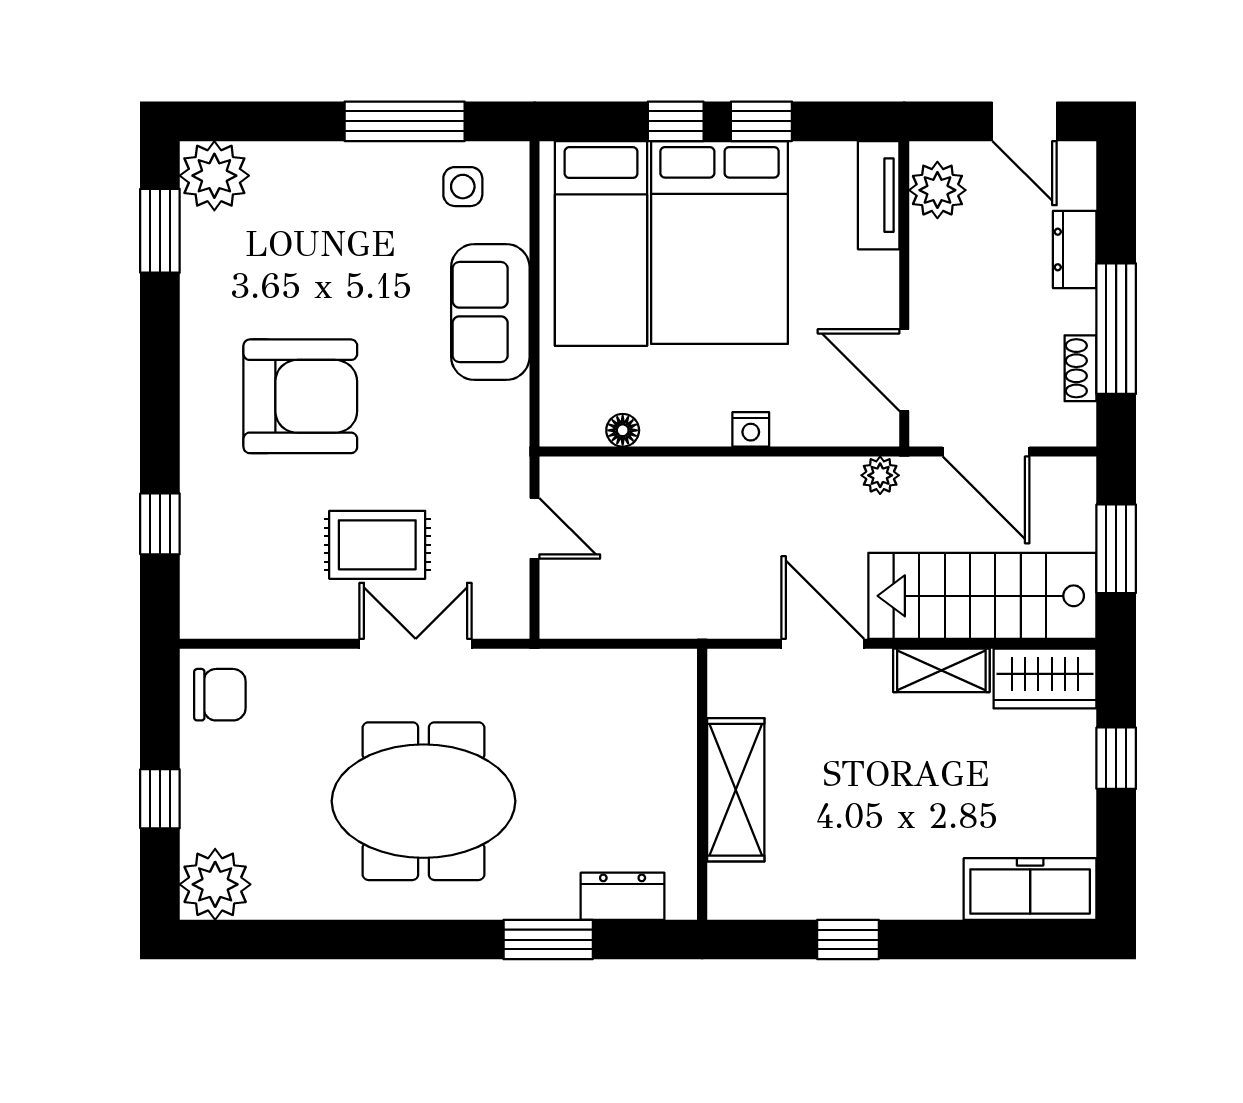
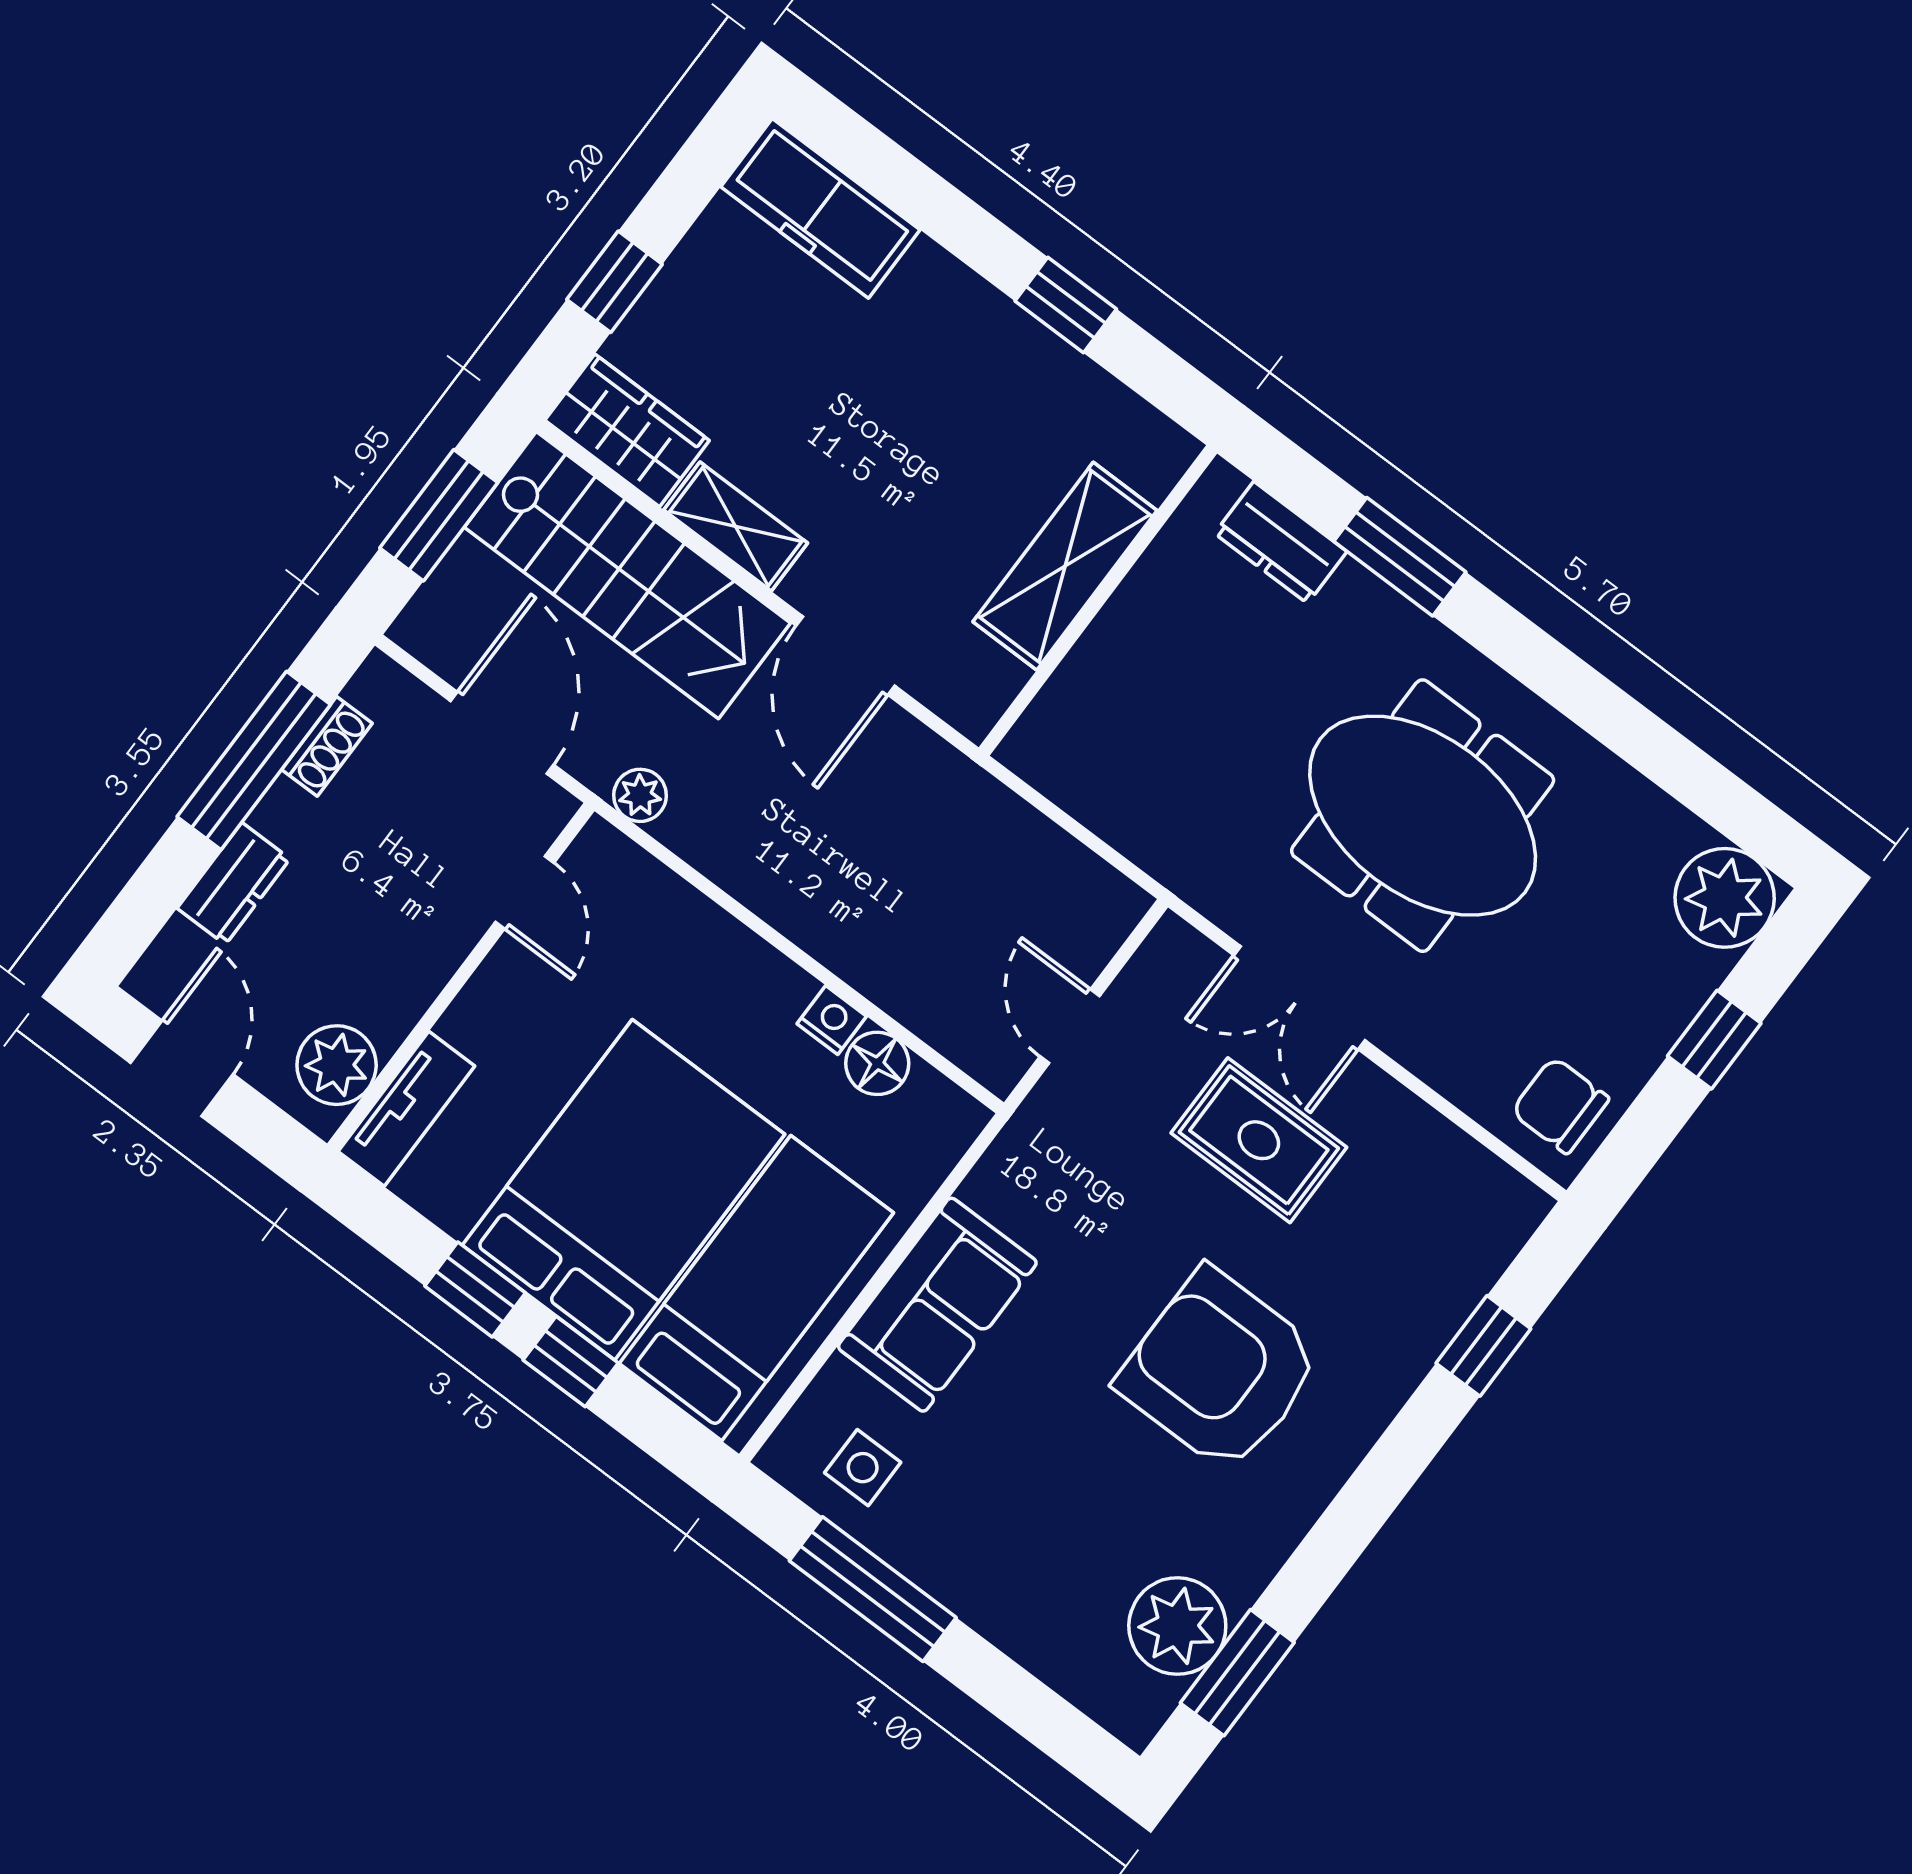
plant: (214, 176) -> (1177, 1626), moved
door: (904, 370) -> (525, 892), width x0.73
nightstand: (751, 429) -> (832, 1020), moved
floor lamp: (623, 430) -> (877, 1063), width x1.37, depth x1.37

